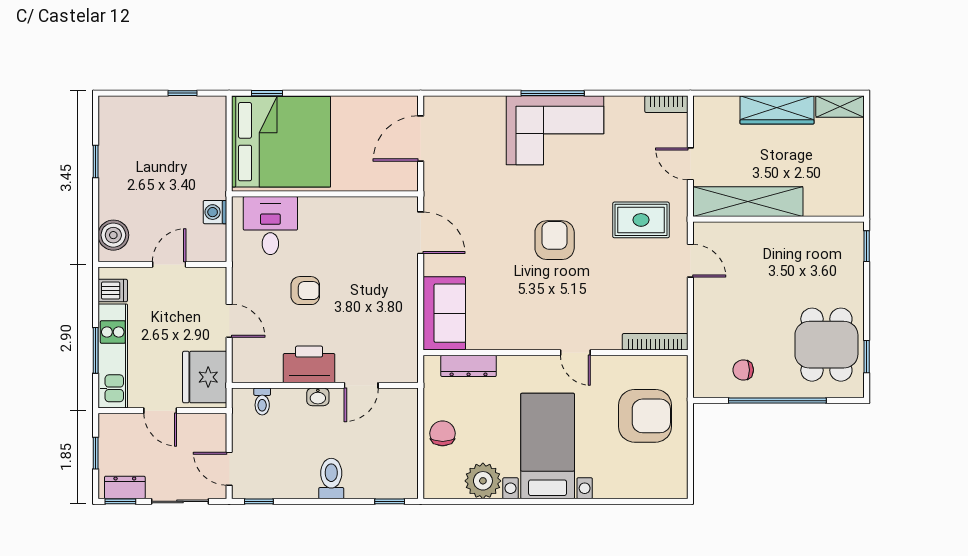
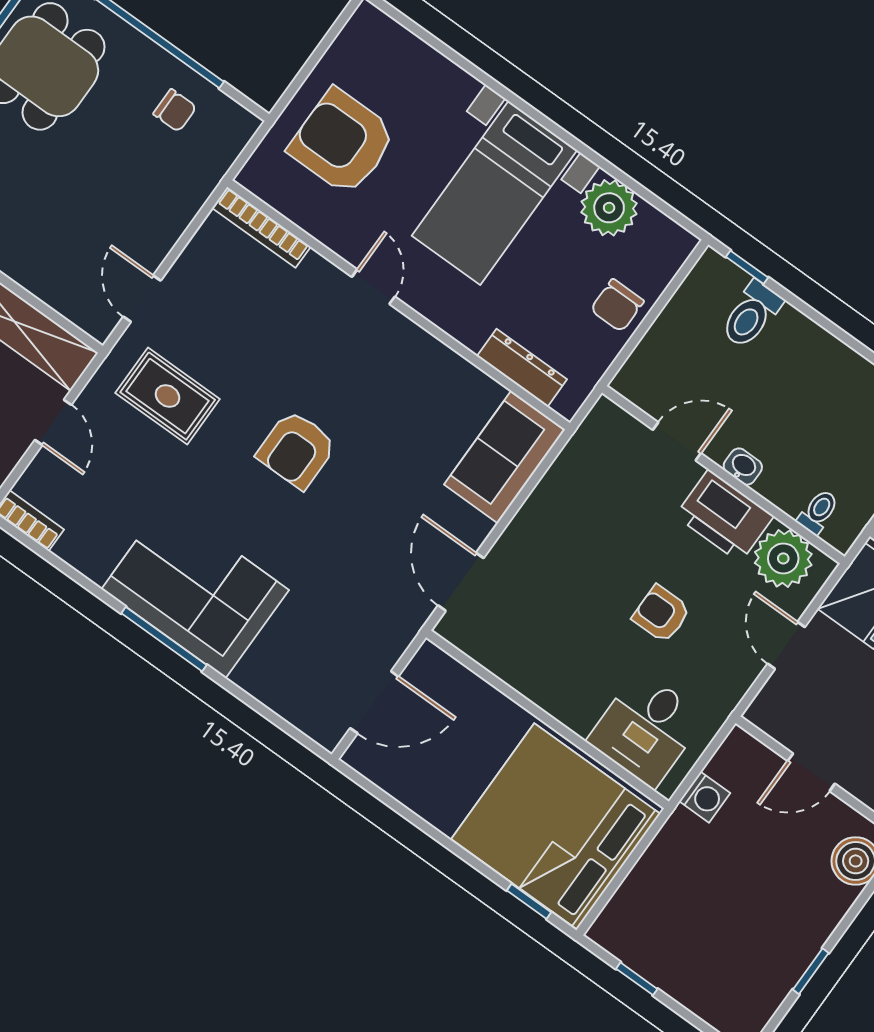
plant: (263, 364) -> (783, 558), added
toilet: (331, 478) -> (751, 315), moved

